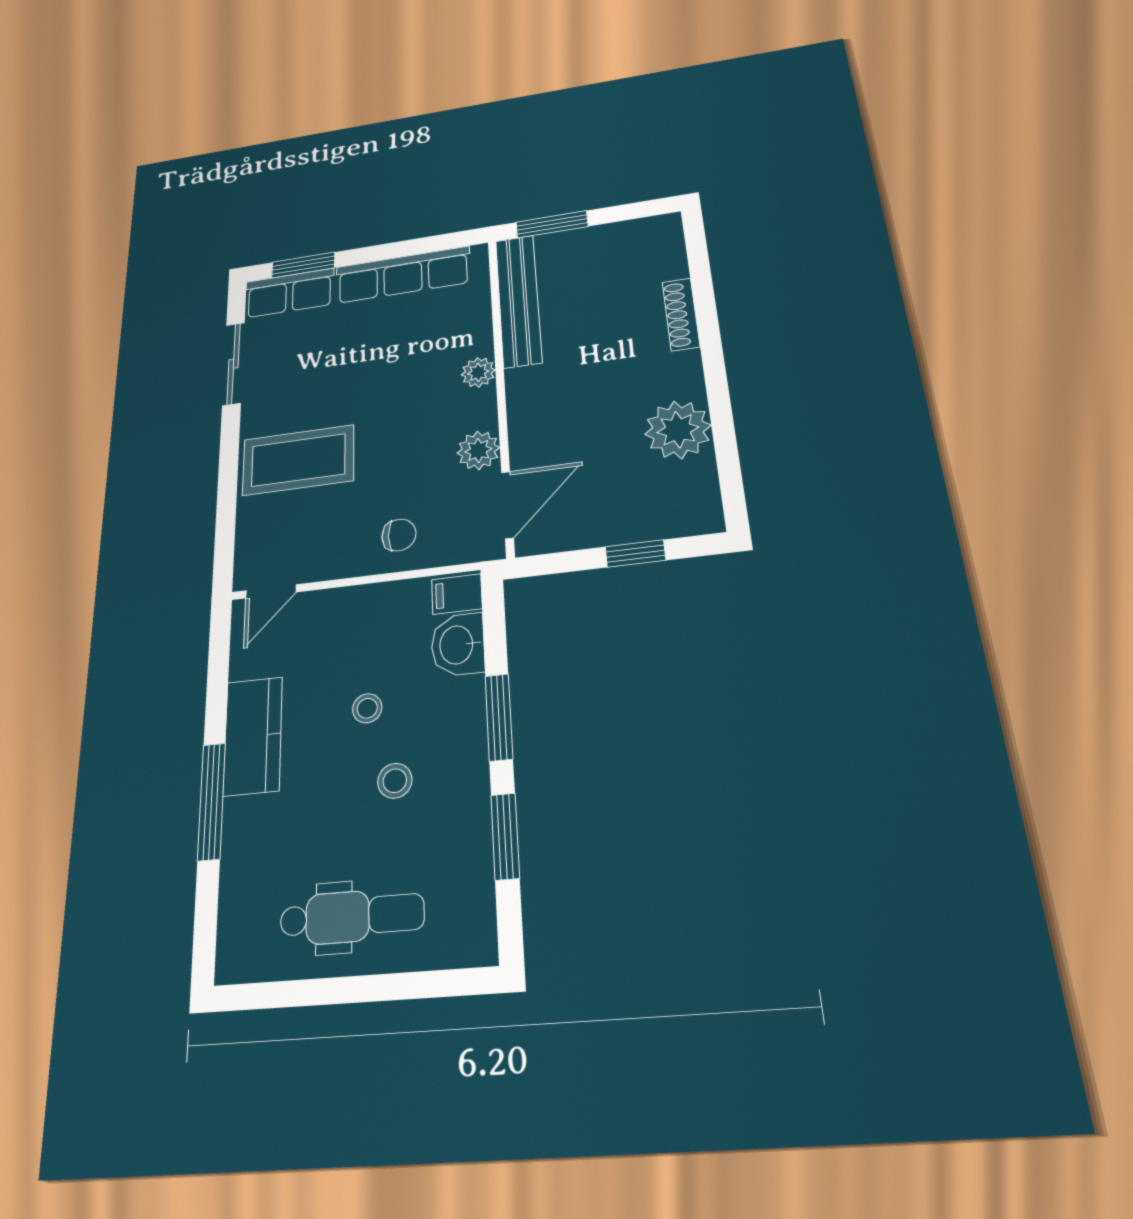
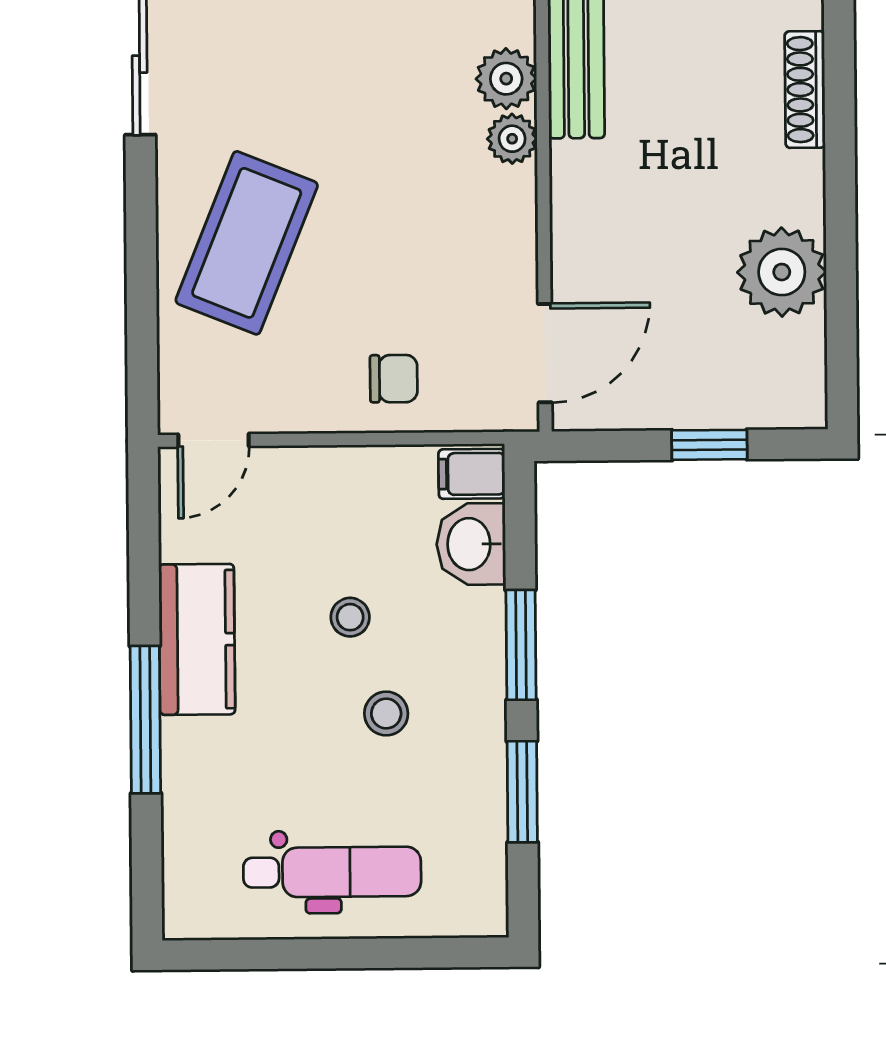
plant: (478, 450) -> (506, 79), moved
coffee table: (298, 460) -> (247, 243), turned -68

